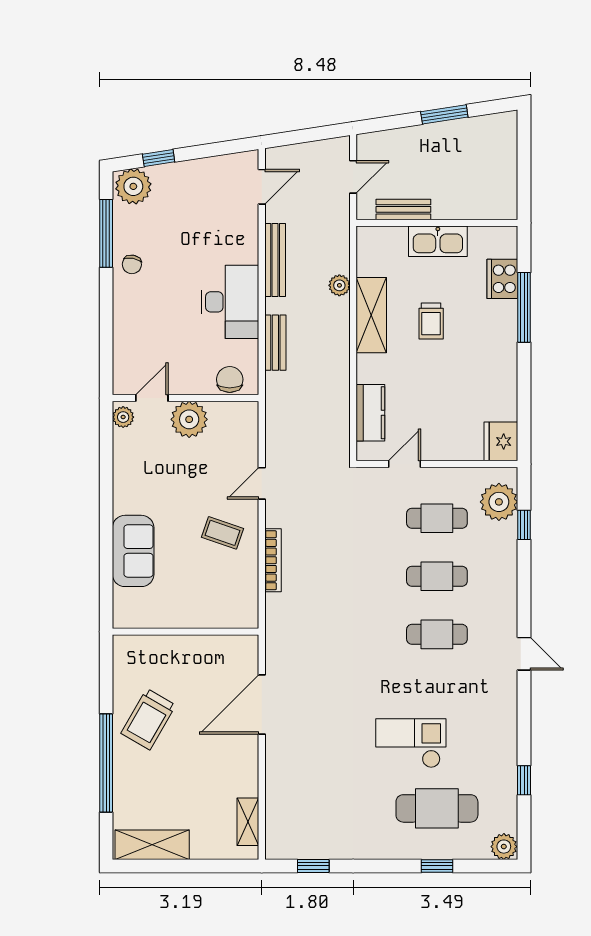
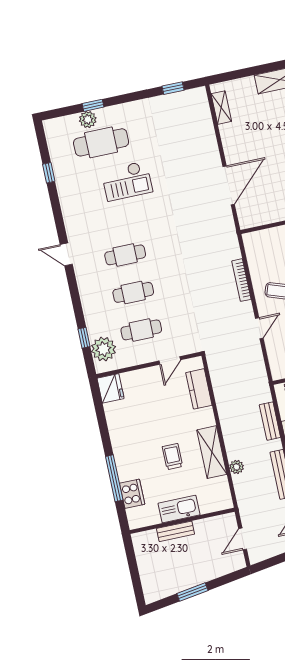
bench: (403, 209) -> (176, 531), moved
plant: (504, 847) -> (88, 119), moved

